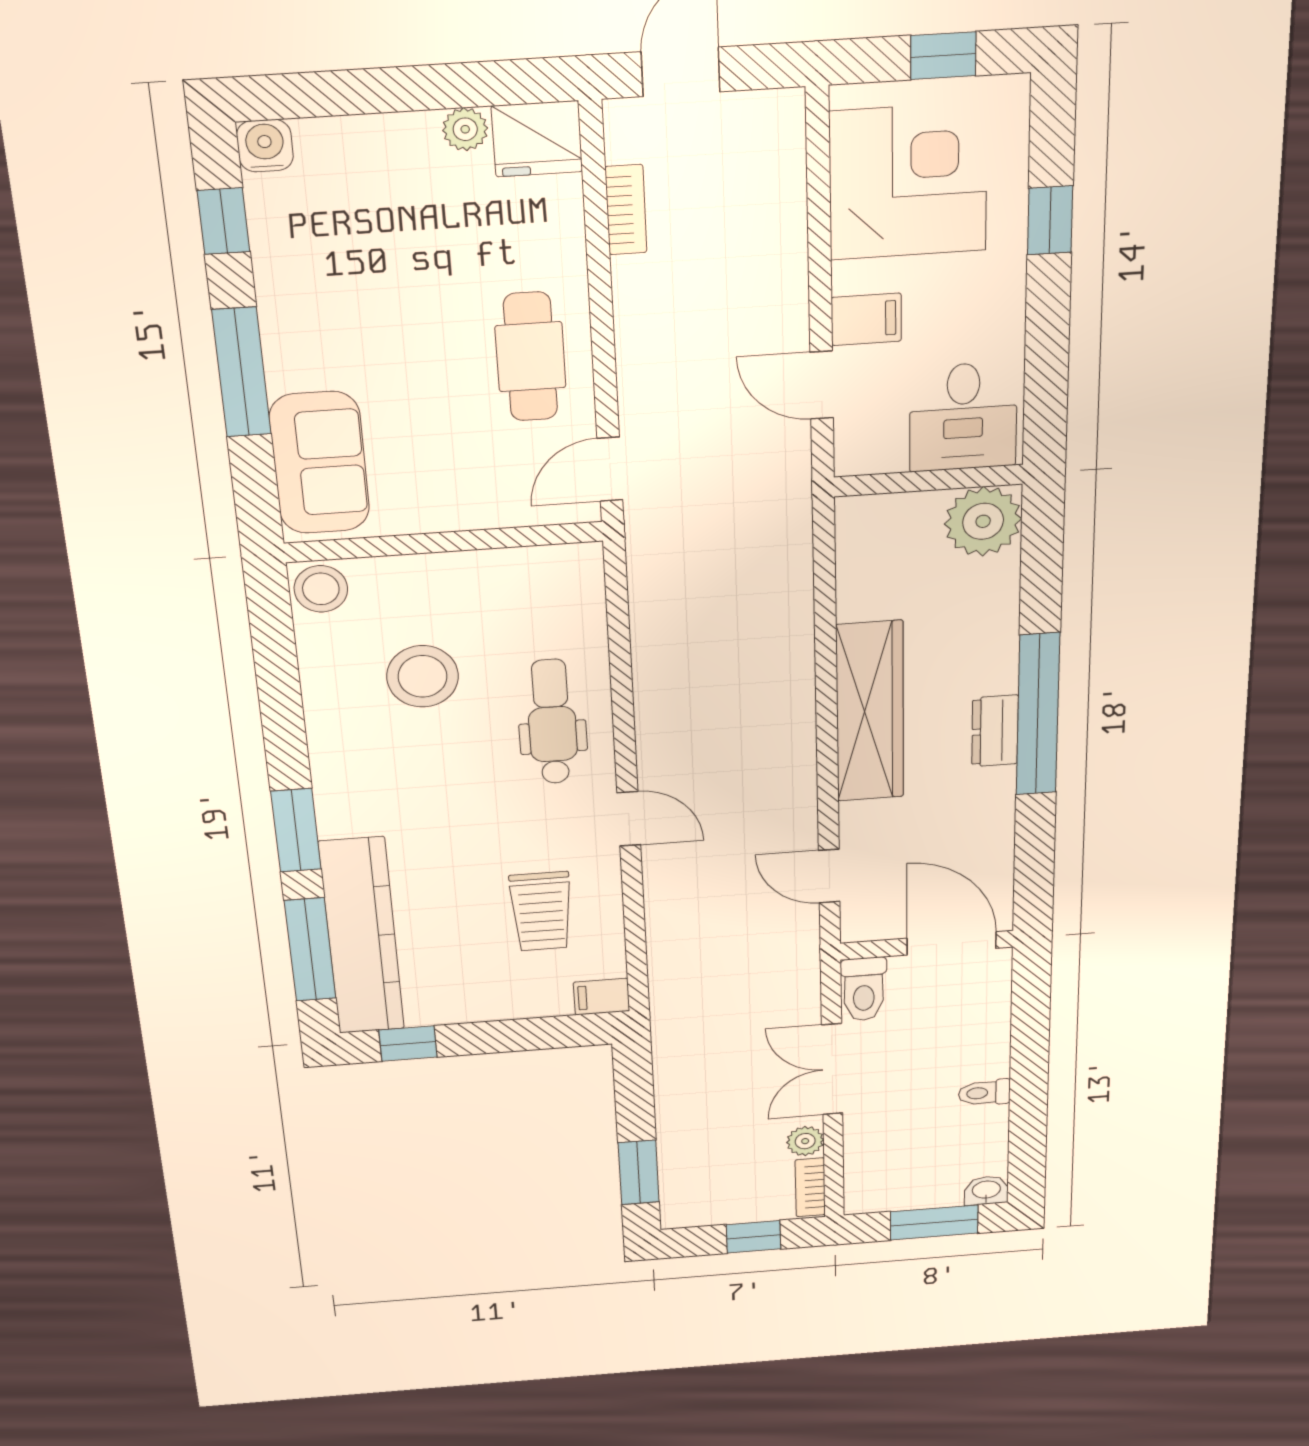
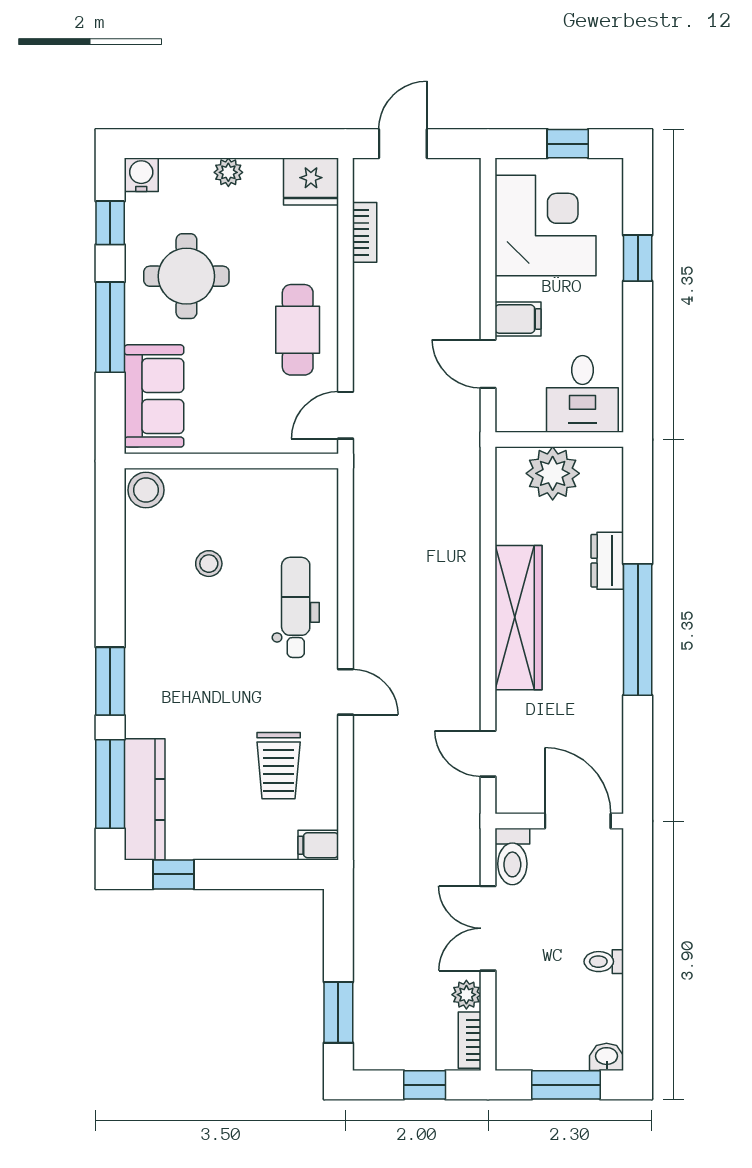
plant: (465, 129) -> (228, 172), moved
round table: (352, 292) -> (186, 276), added
plant: (983, 521) -> (553, 473), moved
stool: (423, 676) -> (209, 564), width x0.53, depth x0.53
dresser: (995, 731) -> (607, 561), moved
kitchen counter: (362, 936) -> (145, 799), width x0.72, depth x0.86

